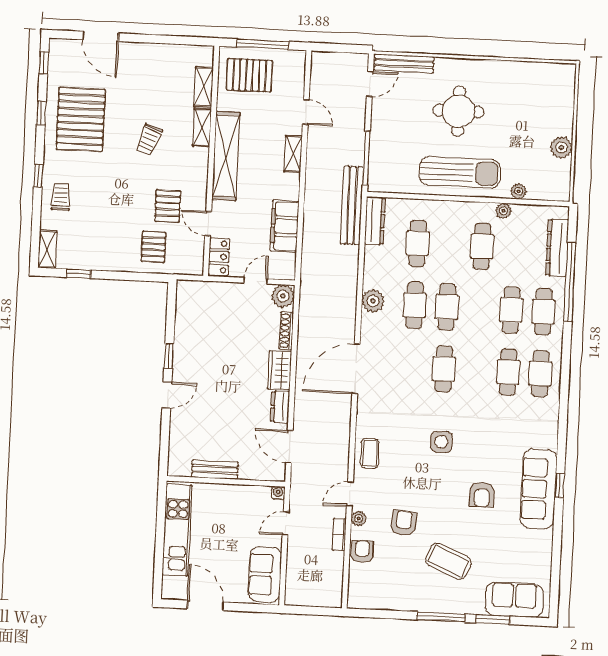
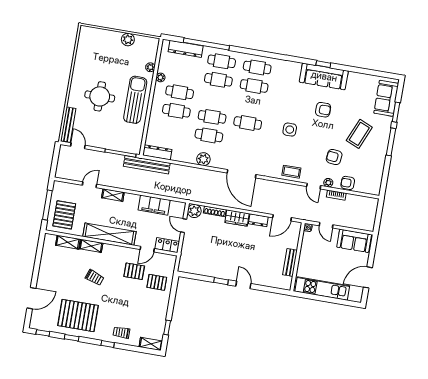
cafe table: (418, 243) -> (176, 111), moved

